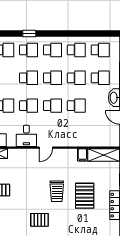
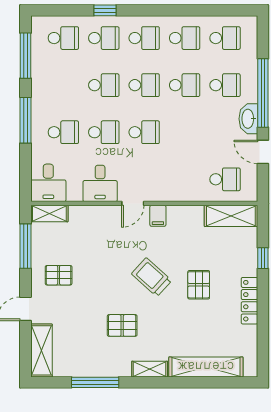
school desk: (76, 106) -> (225, 179), moved
filing cabinet: (82, 155) -> (158, 216), moved
trolley: (57, 191) -> (152, 277), turned 132
pallet: (85, 196) -> (199, 285), width x0.67, depth x0.71

